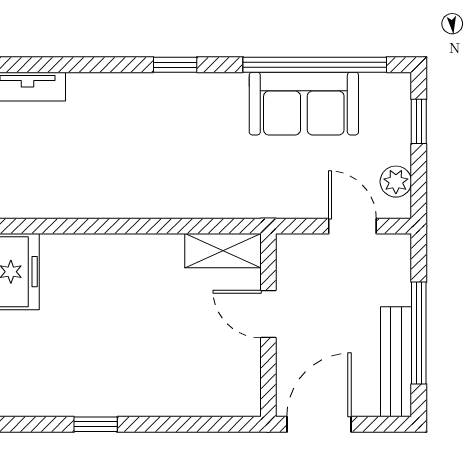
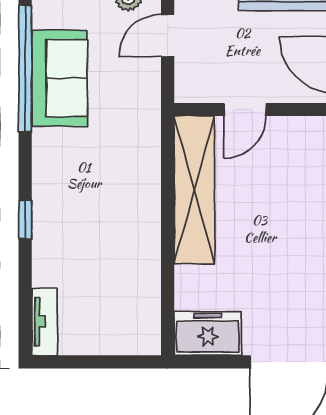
window: (175, 65) -> (25, 220), moved
shelving: (223, 251) -> (194, 190), width x2.20, depth x1.33

